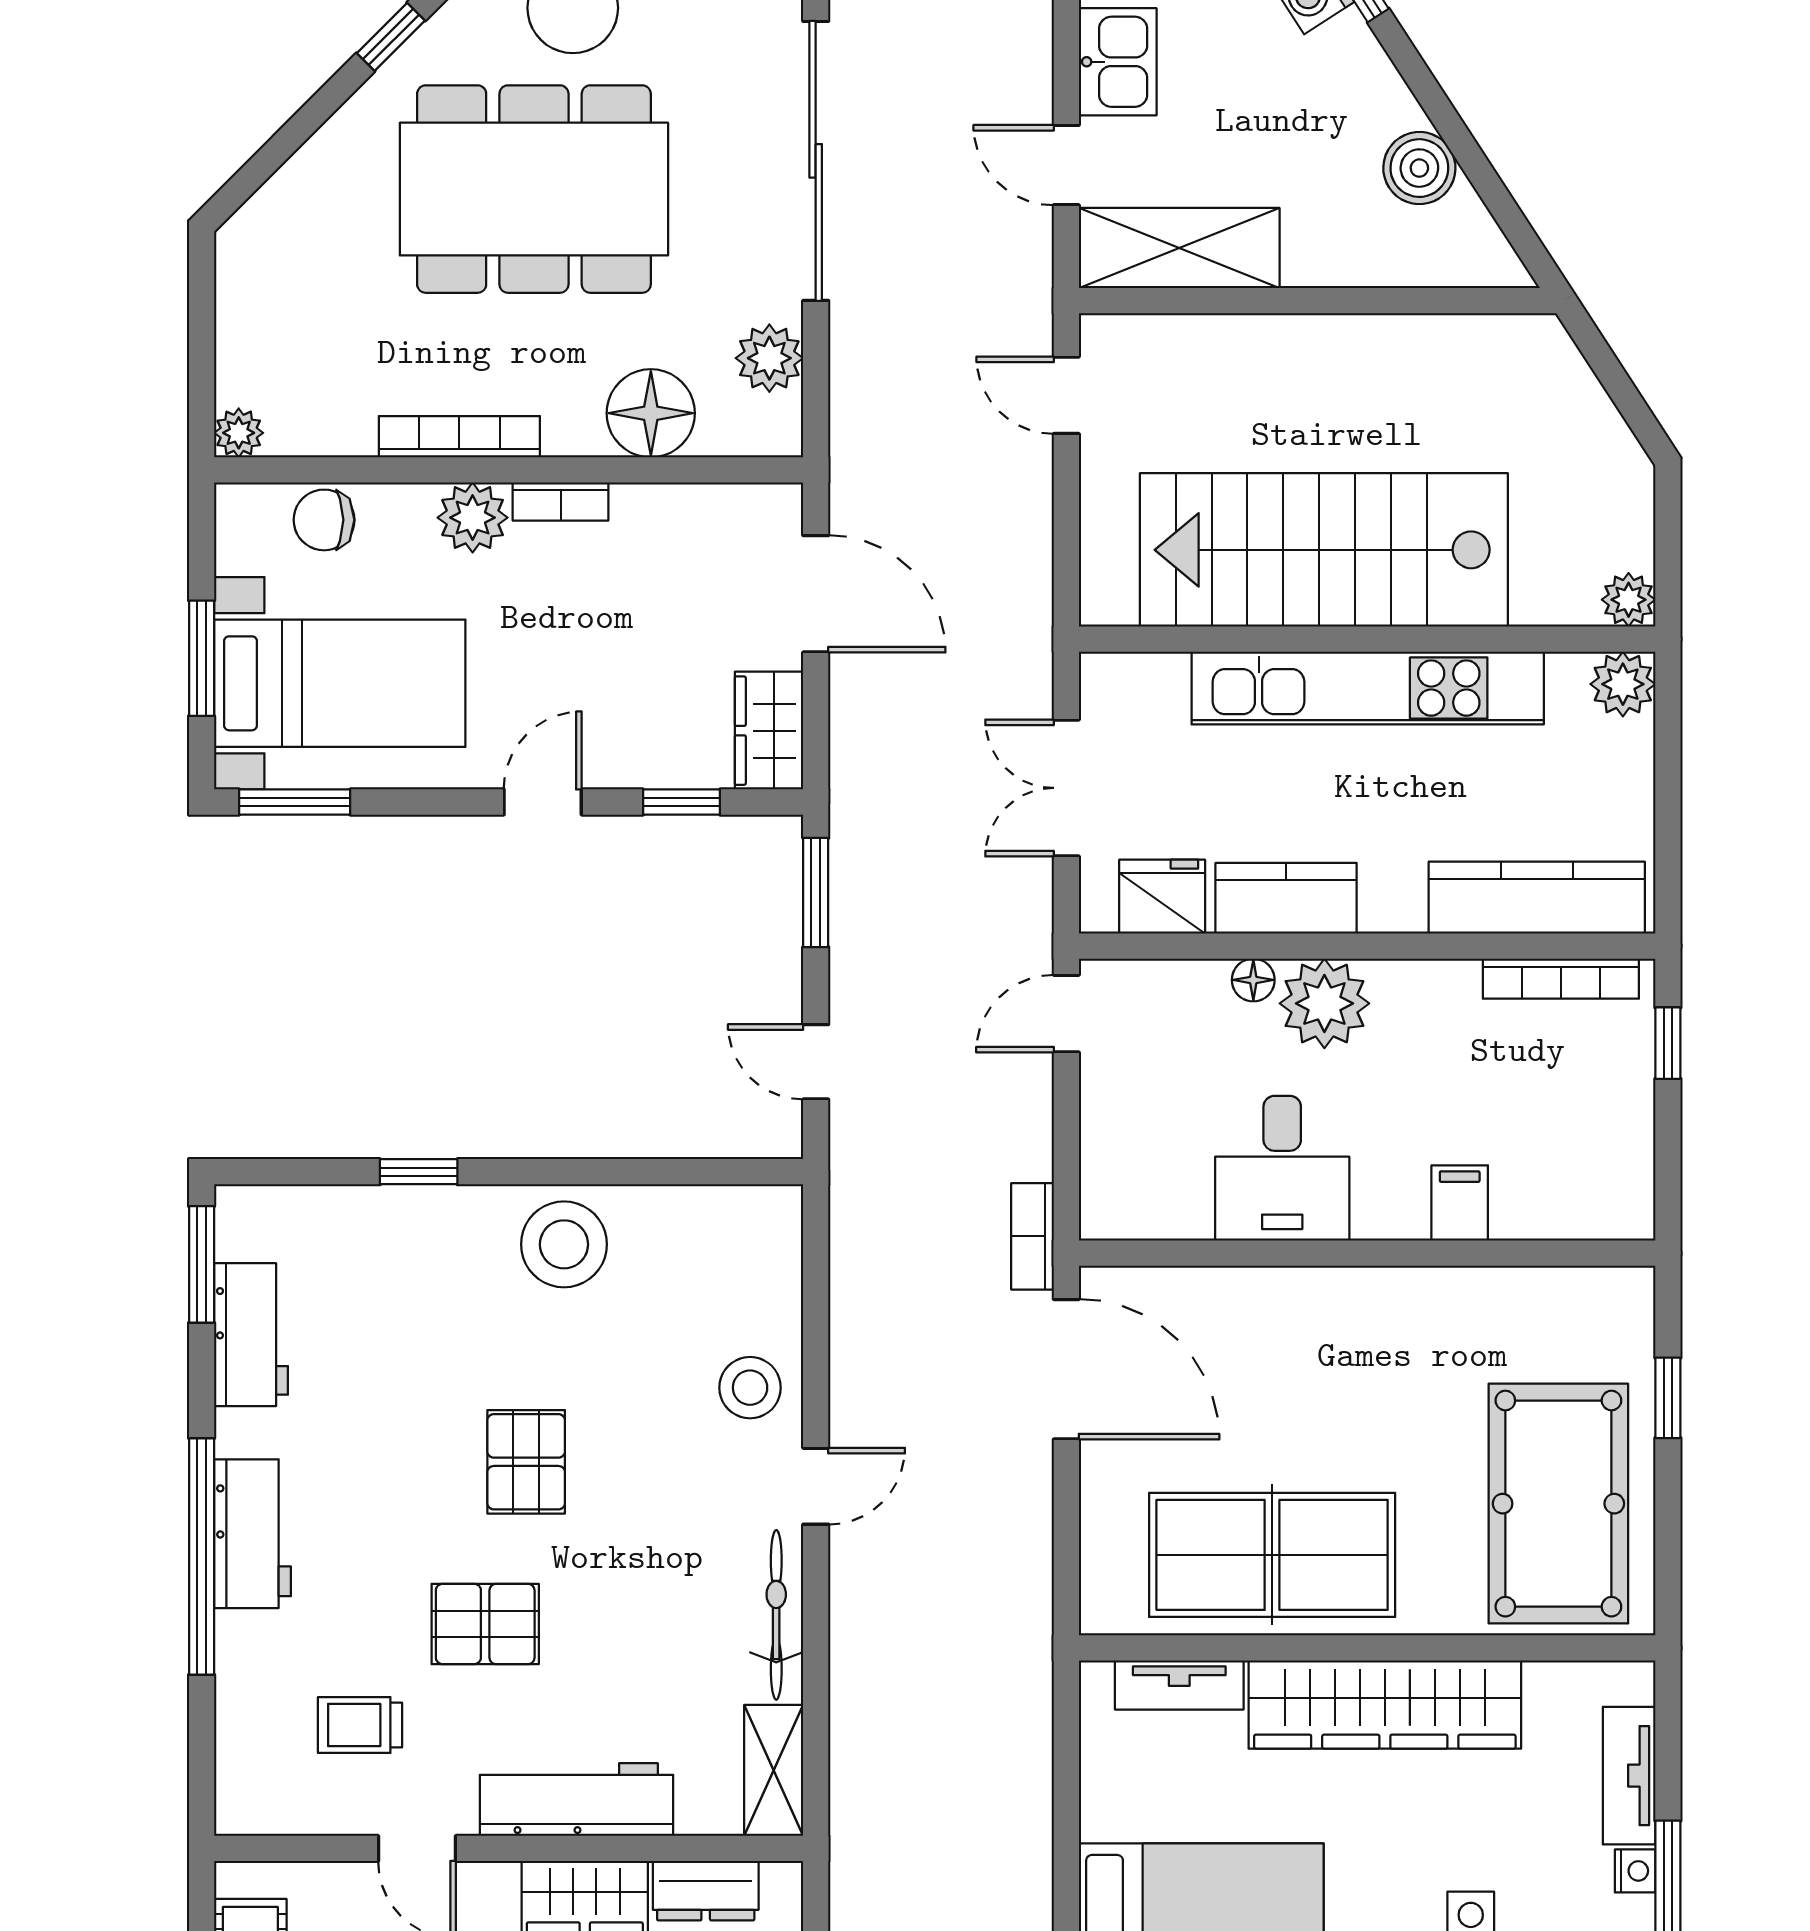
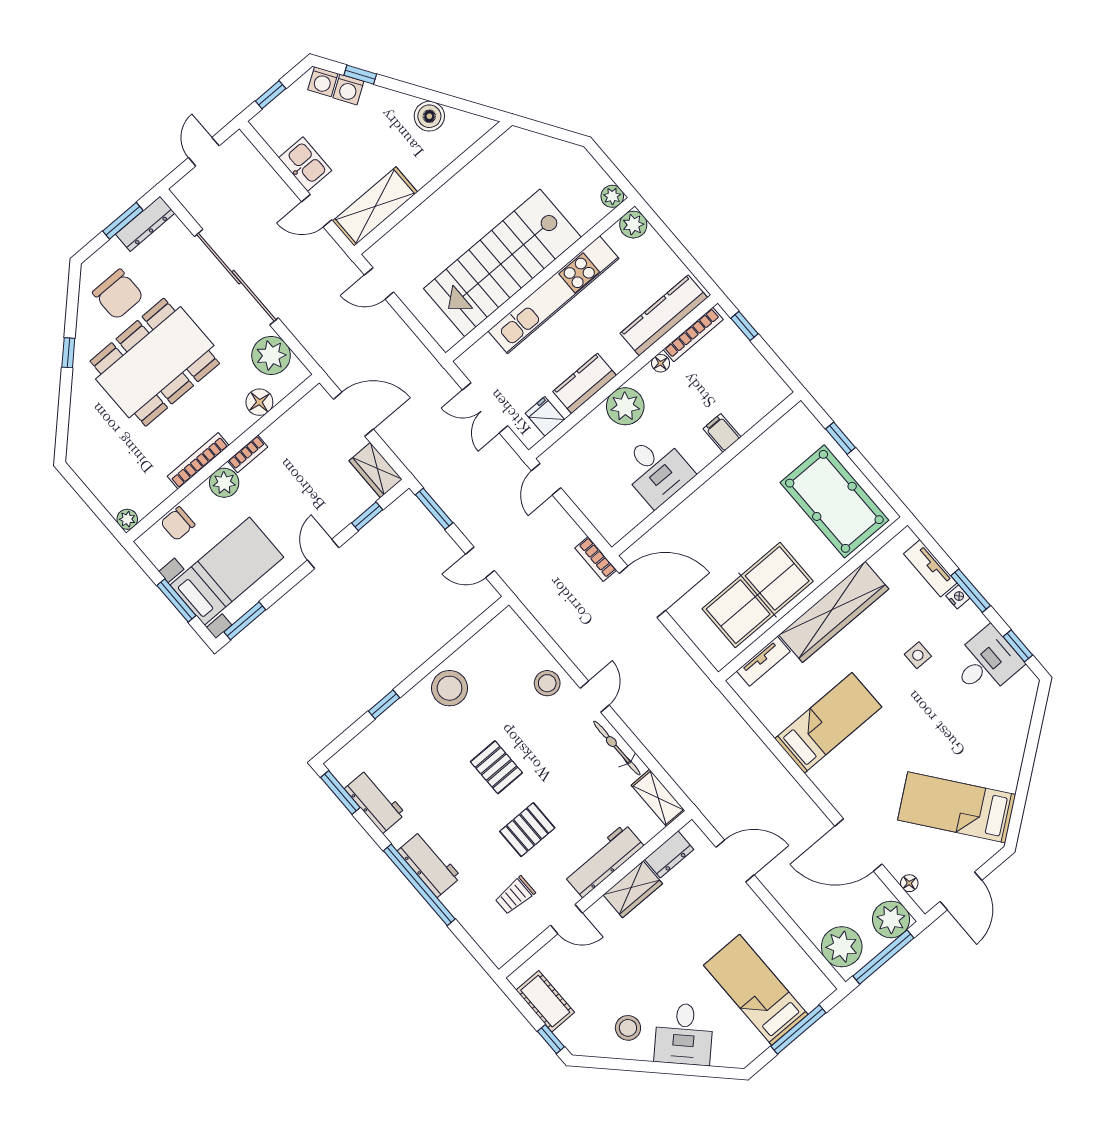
plant: (769, 358) -> (271, 355), width x1.36, depth x1.36
floor lamp: (651, 413) -> (259, 402), width x0.73, depth x0.73
fridge: (1162, 897) -> (545, 416), width x0.72
floor lamp: (1253, 980) -> (661, 363), moved

